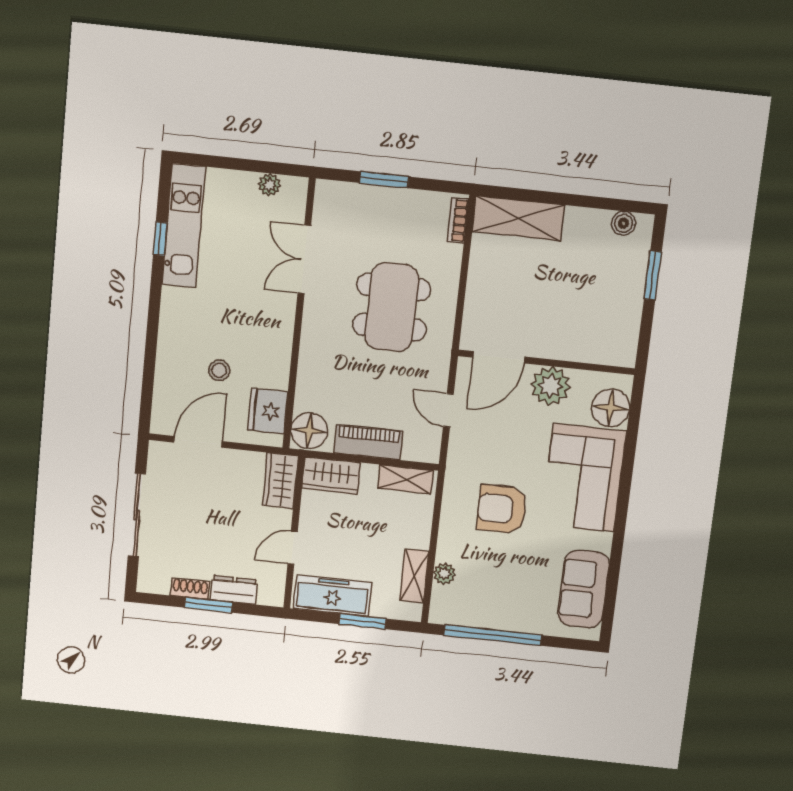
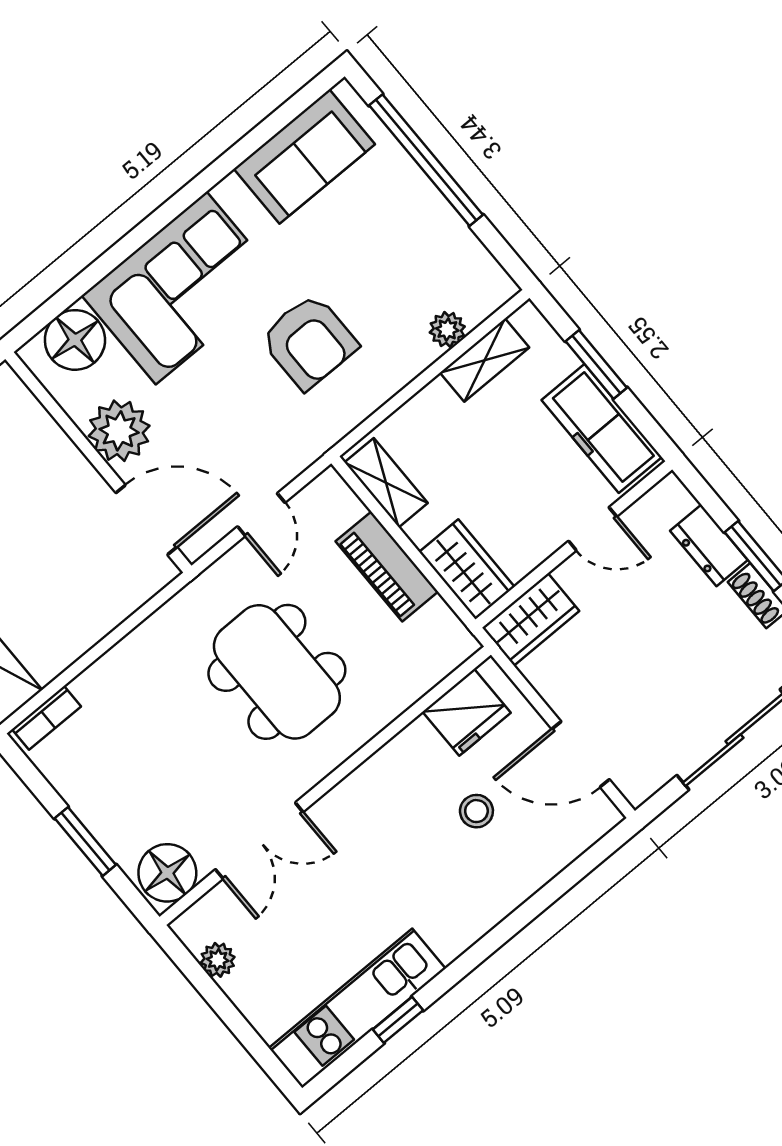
dining table: (392, 307) -> (277, 672), moved, turned 90
floor lamp: (309, 431) -> (167, 873), moved
window: (493, 635) -> (426, 160), moved

